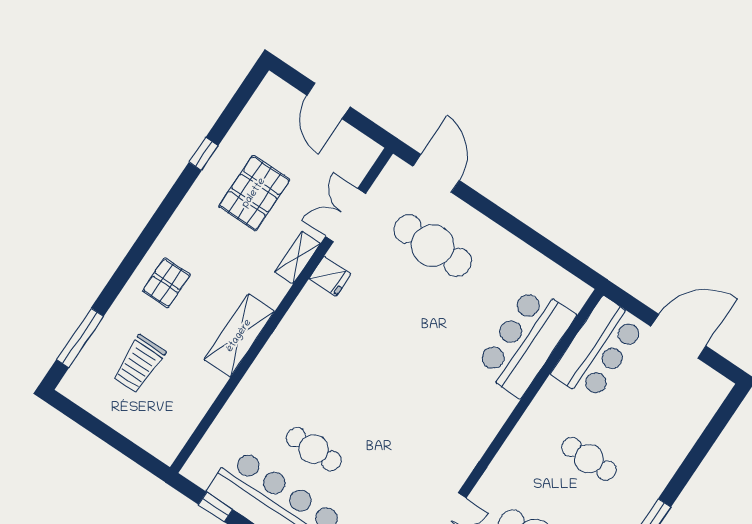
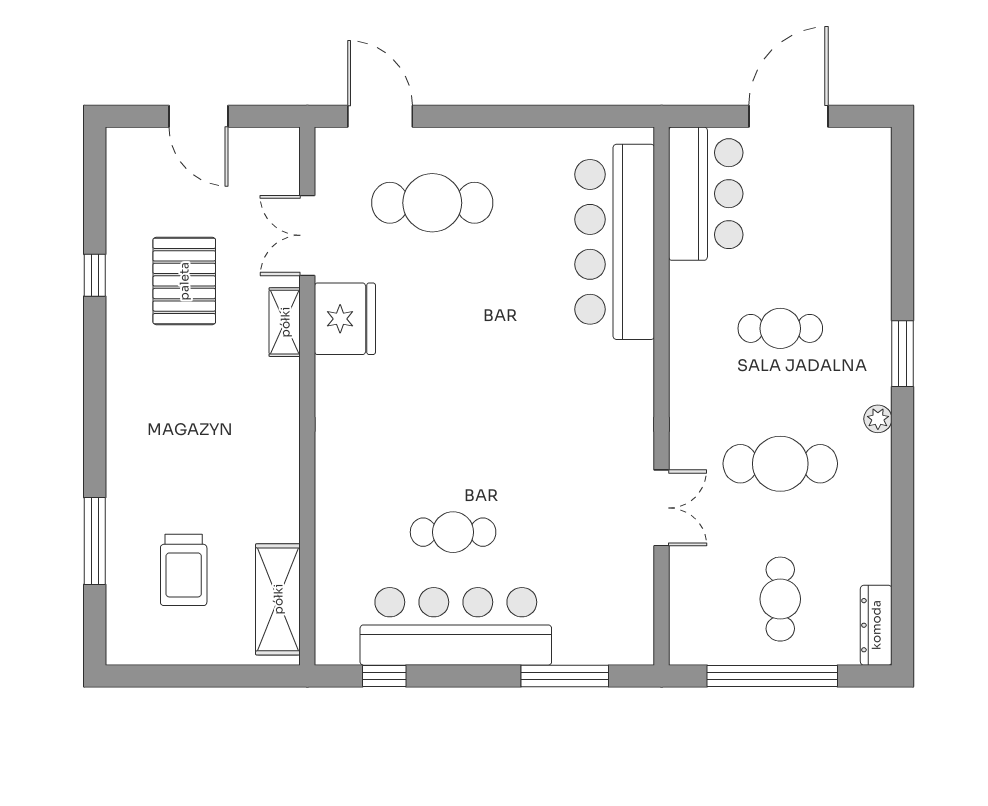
fridge: (330, 276) -> (345, 319), width x1.88, depth x1.34
pallet: (166, 283) -> (152, 454), removed
shelving: (239, 336) -> (278, 599), moved
window: (80, 338) -> (95, 541), moved
bar counter: (525, 341) -> (615, 242), width x1.36

